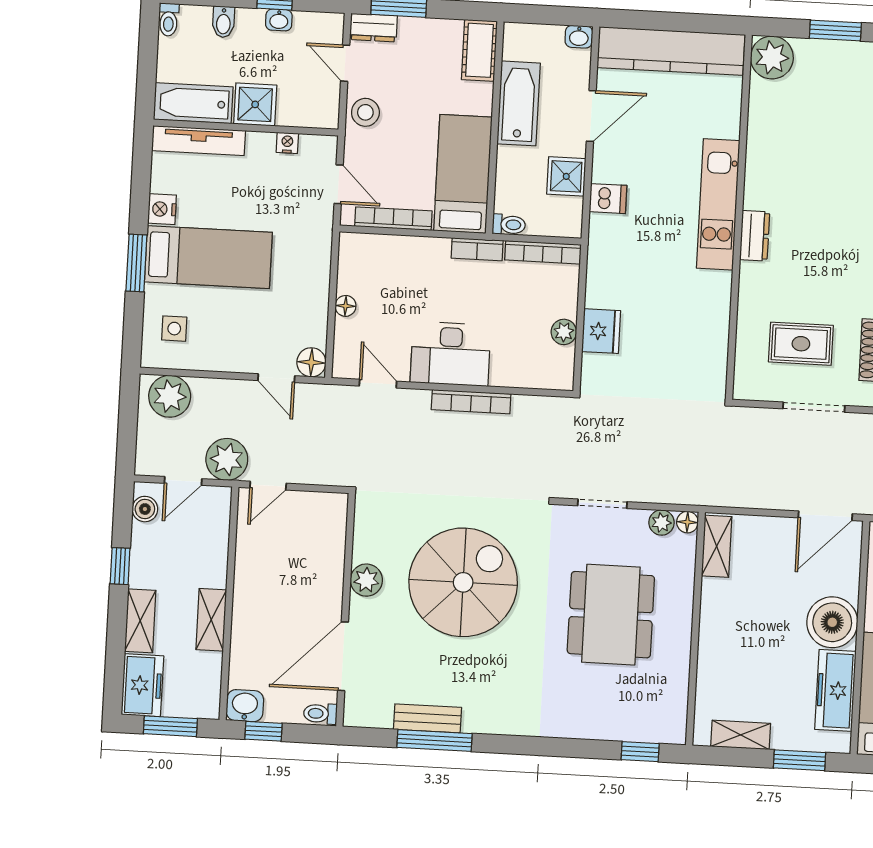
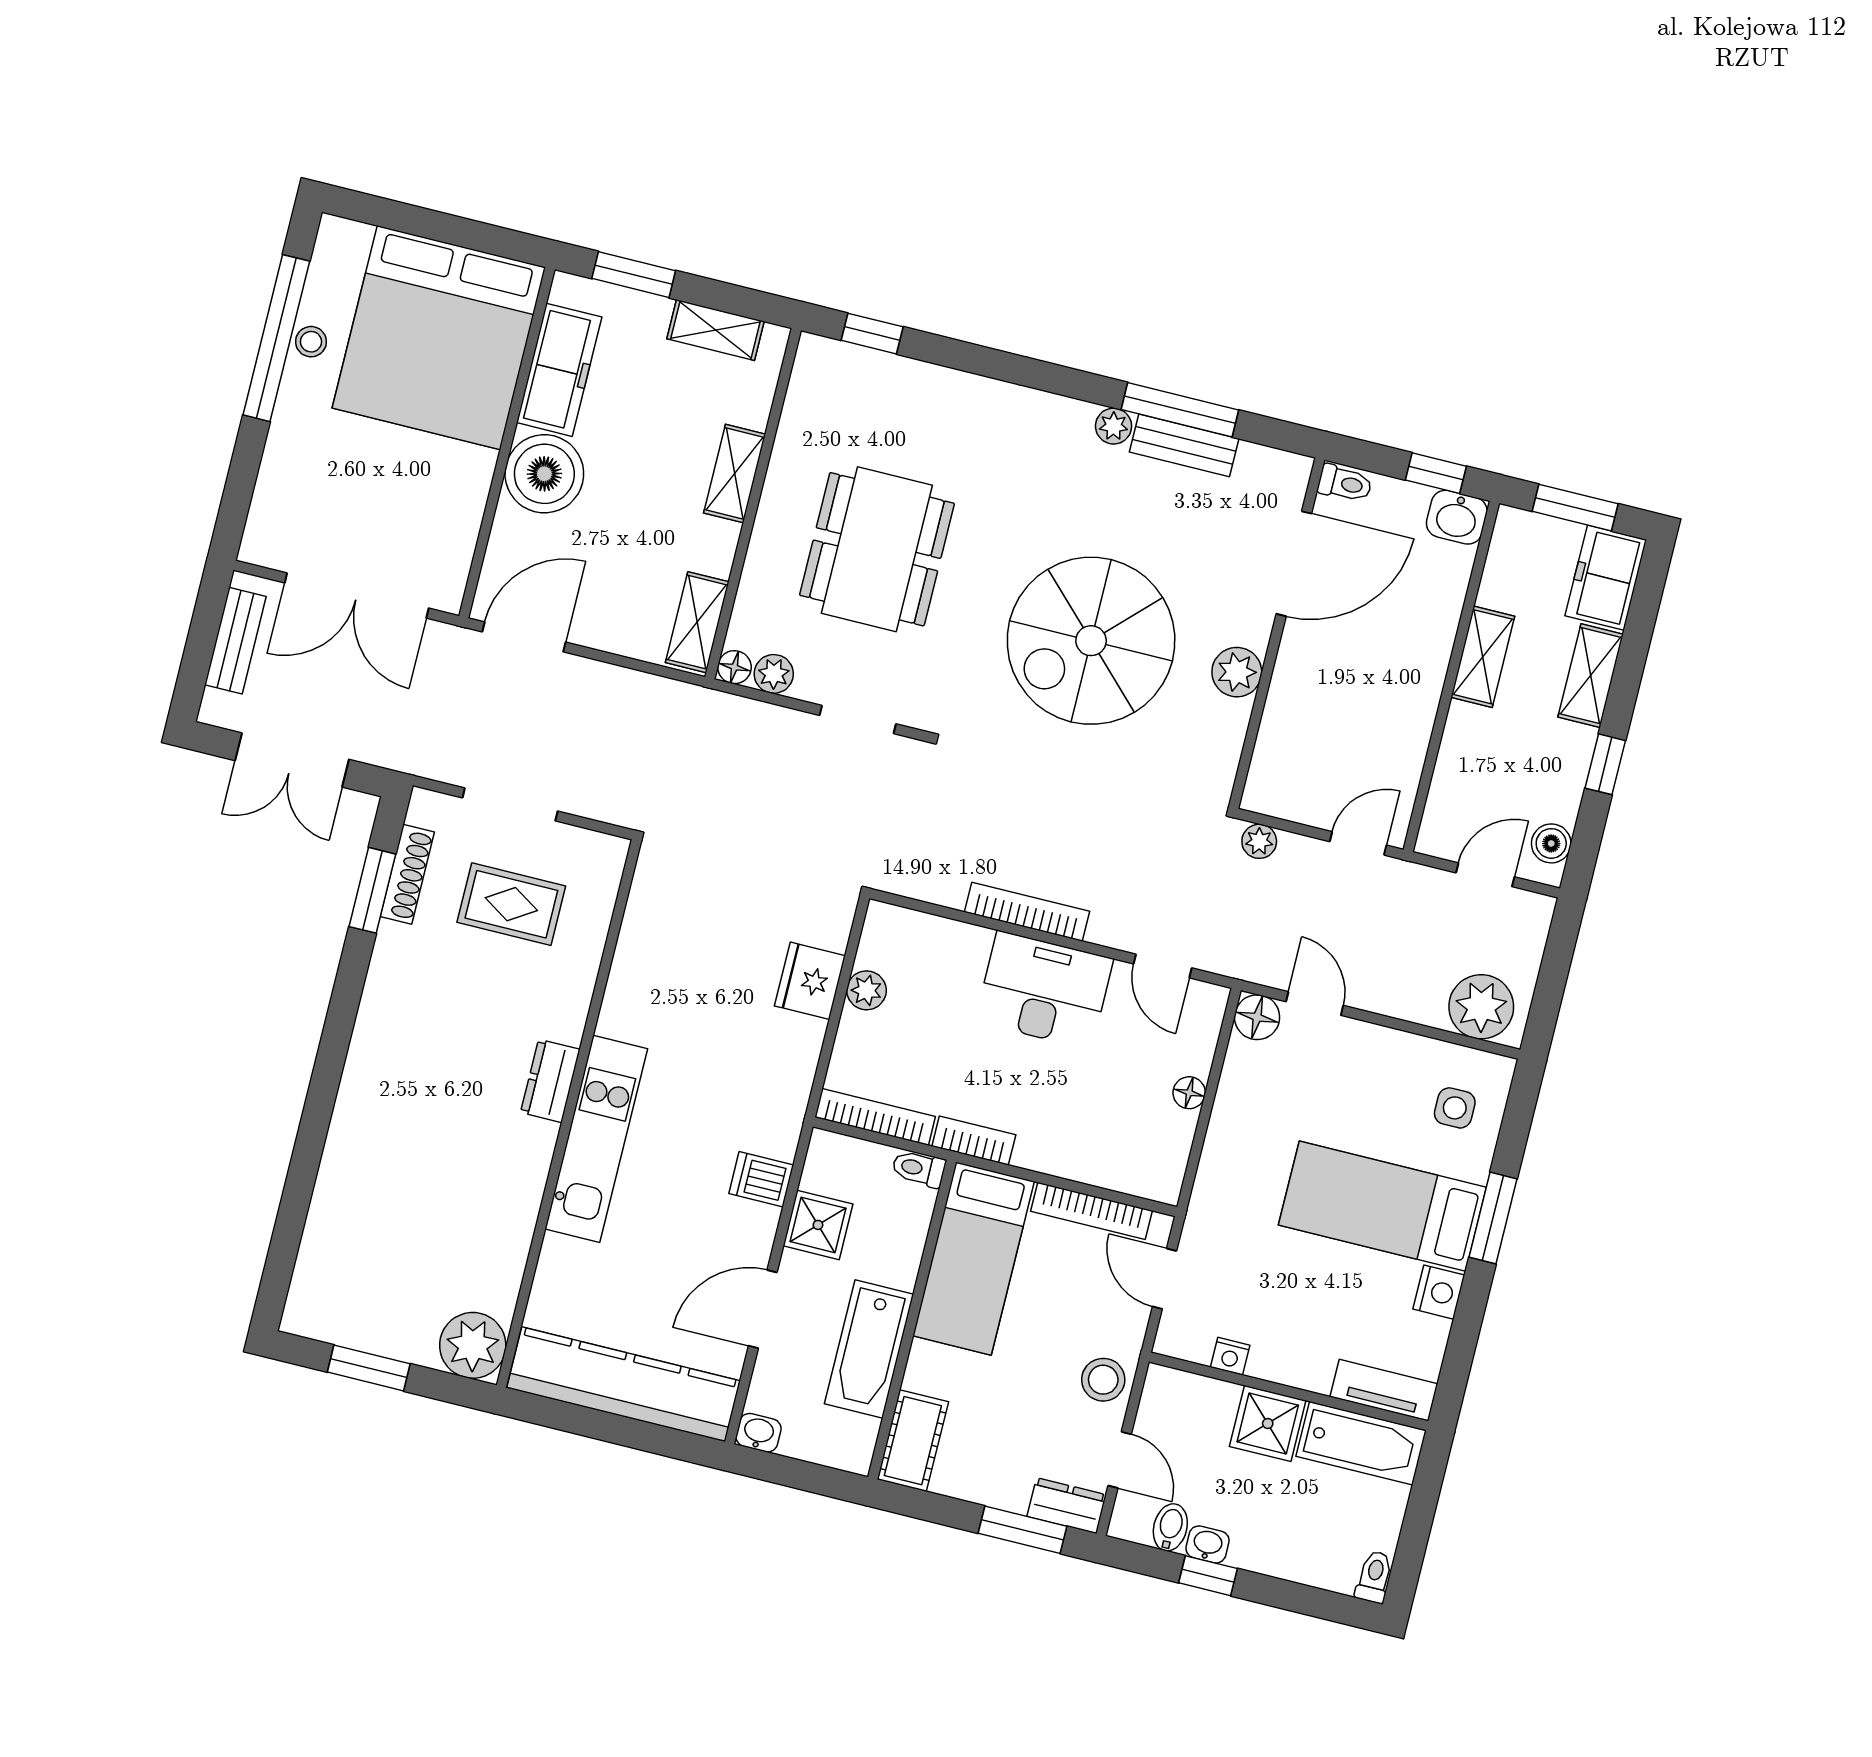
bidet: (223, 22) -> (1170, 1527), moved
tv unit: (199, 141) -> (1384, 1390), width x0.71
plant: (227, 459) -> (1259, 841), moved, width x0.53, depth x0.53
shelving: (711, 646) -> (735, 474), added
plant: (475, 722) -> (1114, 426), added

